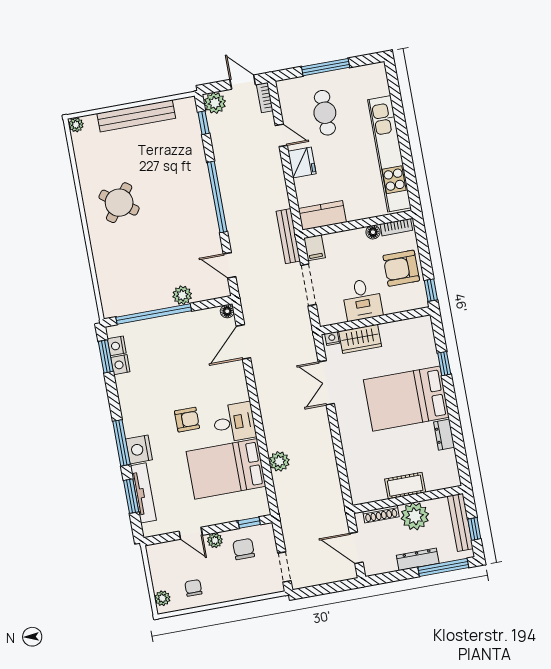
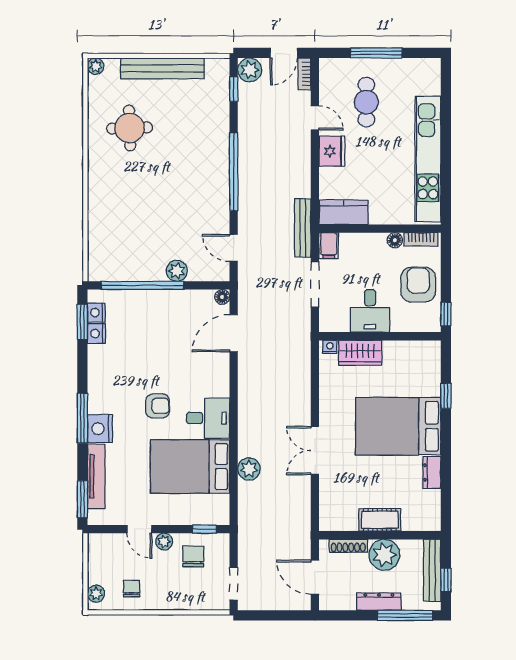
door: (243, 82) -> (284, 53), swing flipped
round table: (119, 203) -> (130, 128), moved, turned -38
armchair: (401, 268) -> (418, 285), turned 90
double door: (326, 383) -> (315, 451), moved
window: (131, 496) -> (82, 499), moved

